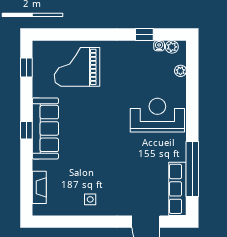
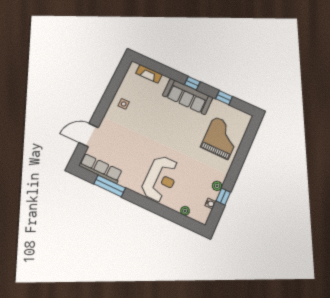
plant: (172, 47) -> (217, 186), moved
window: (26, 67) -> (224, 98), moved
window: (192, 169) -> (110, 186), width x0.68

